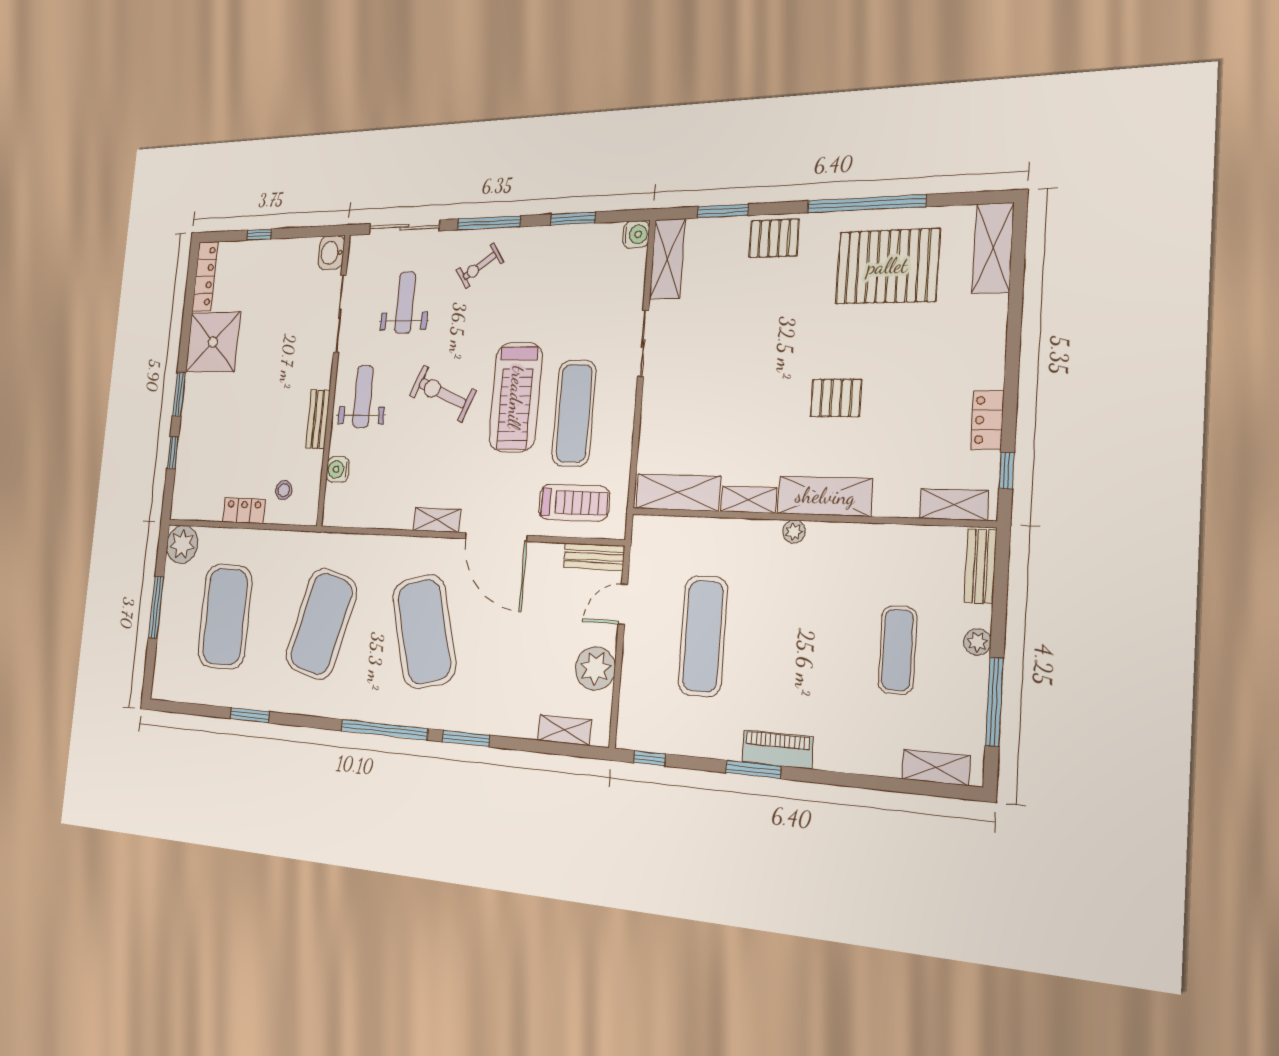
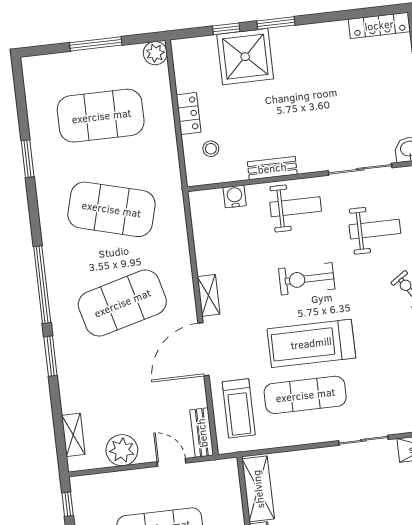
shower: (213, 342) -> (245, 57), moved
exercise bike: (442, 393) -> (307, 279), turned -113
plant: (182, 544) -> (155, 53), width x0.73, depth x0.73

